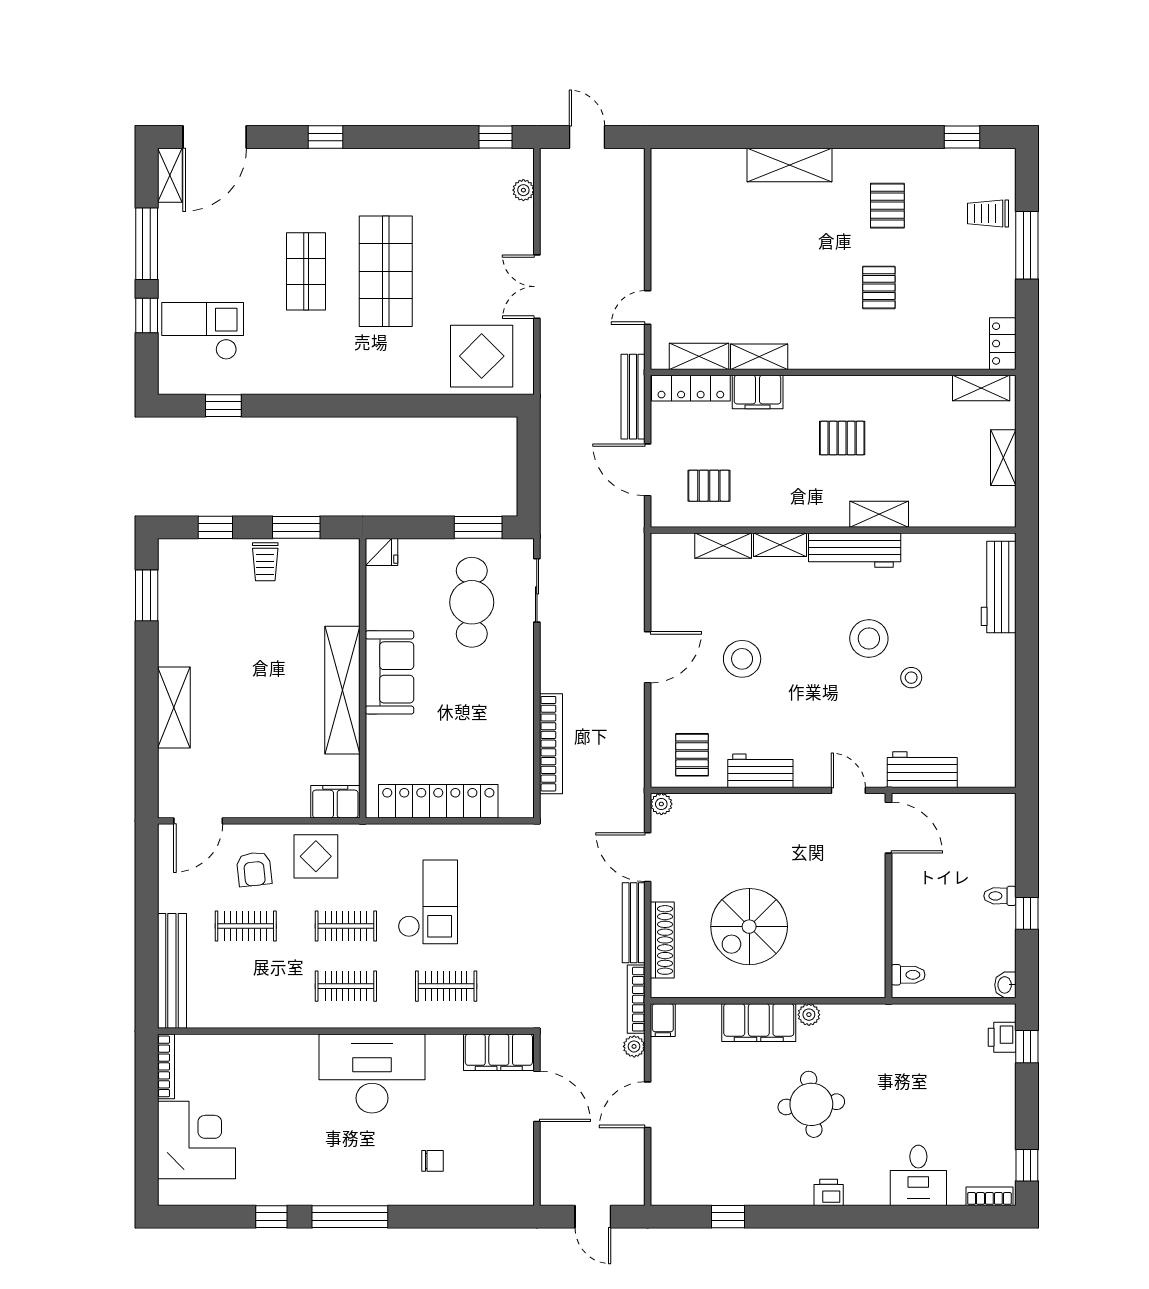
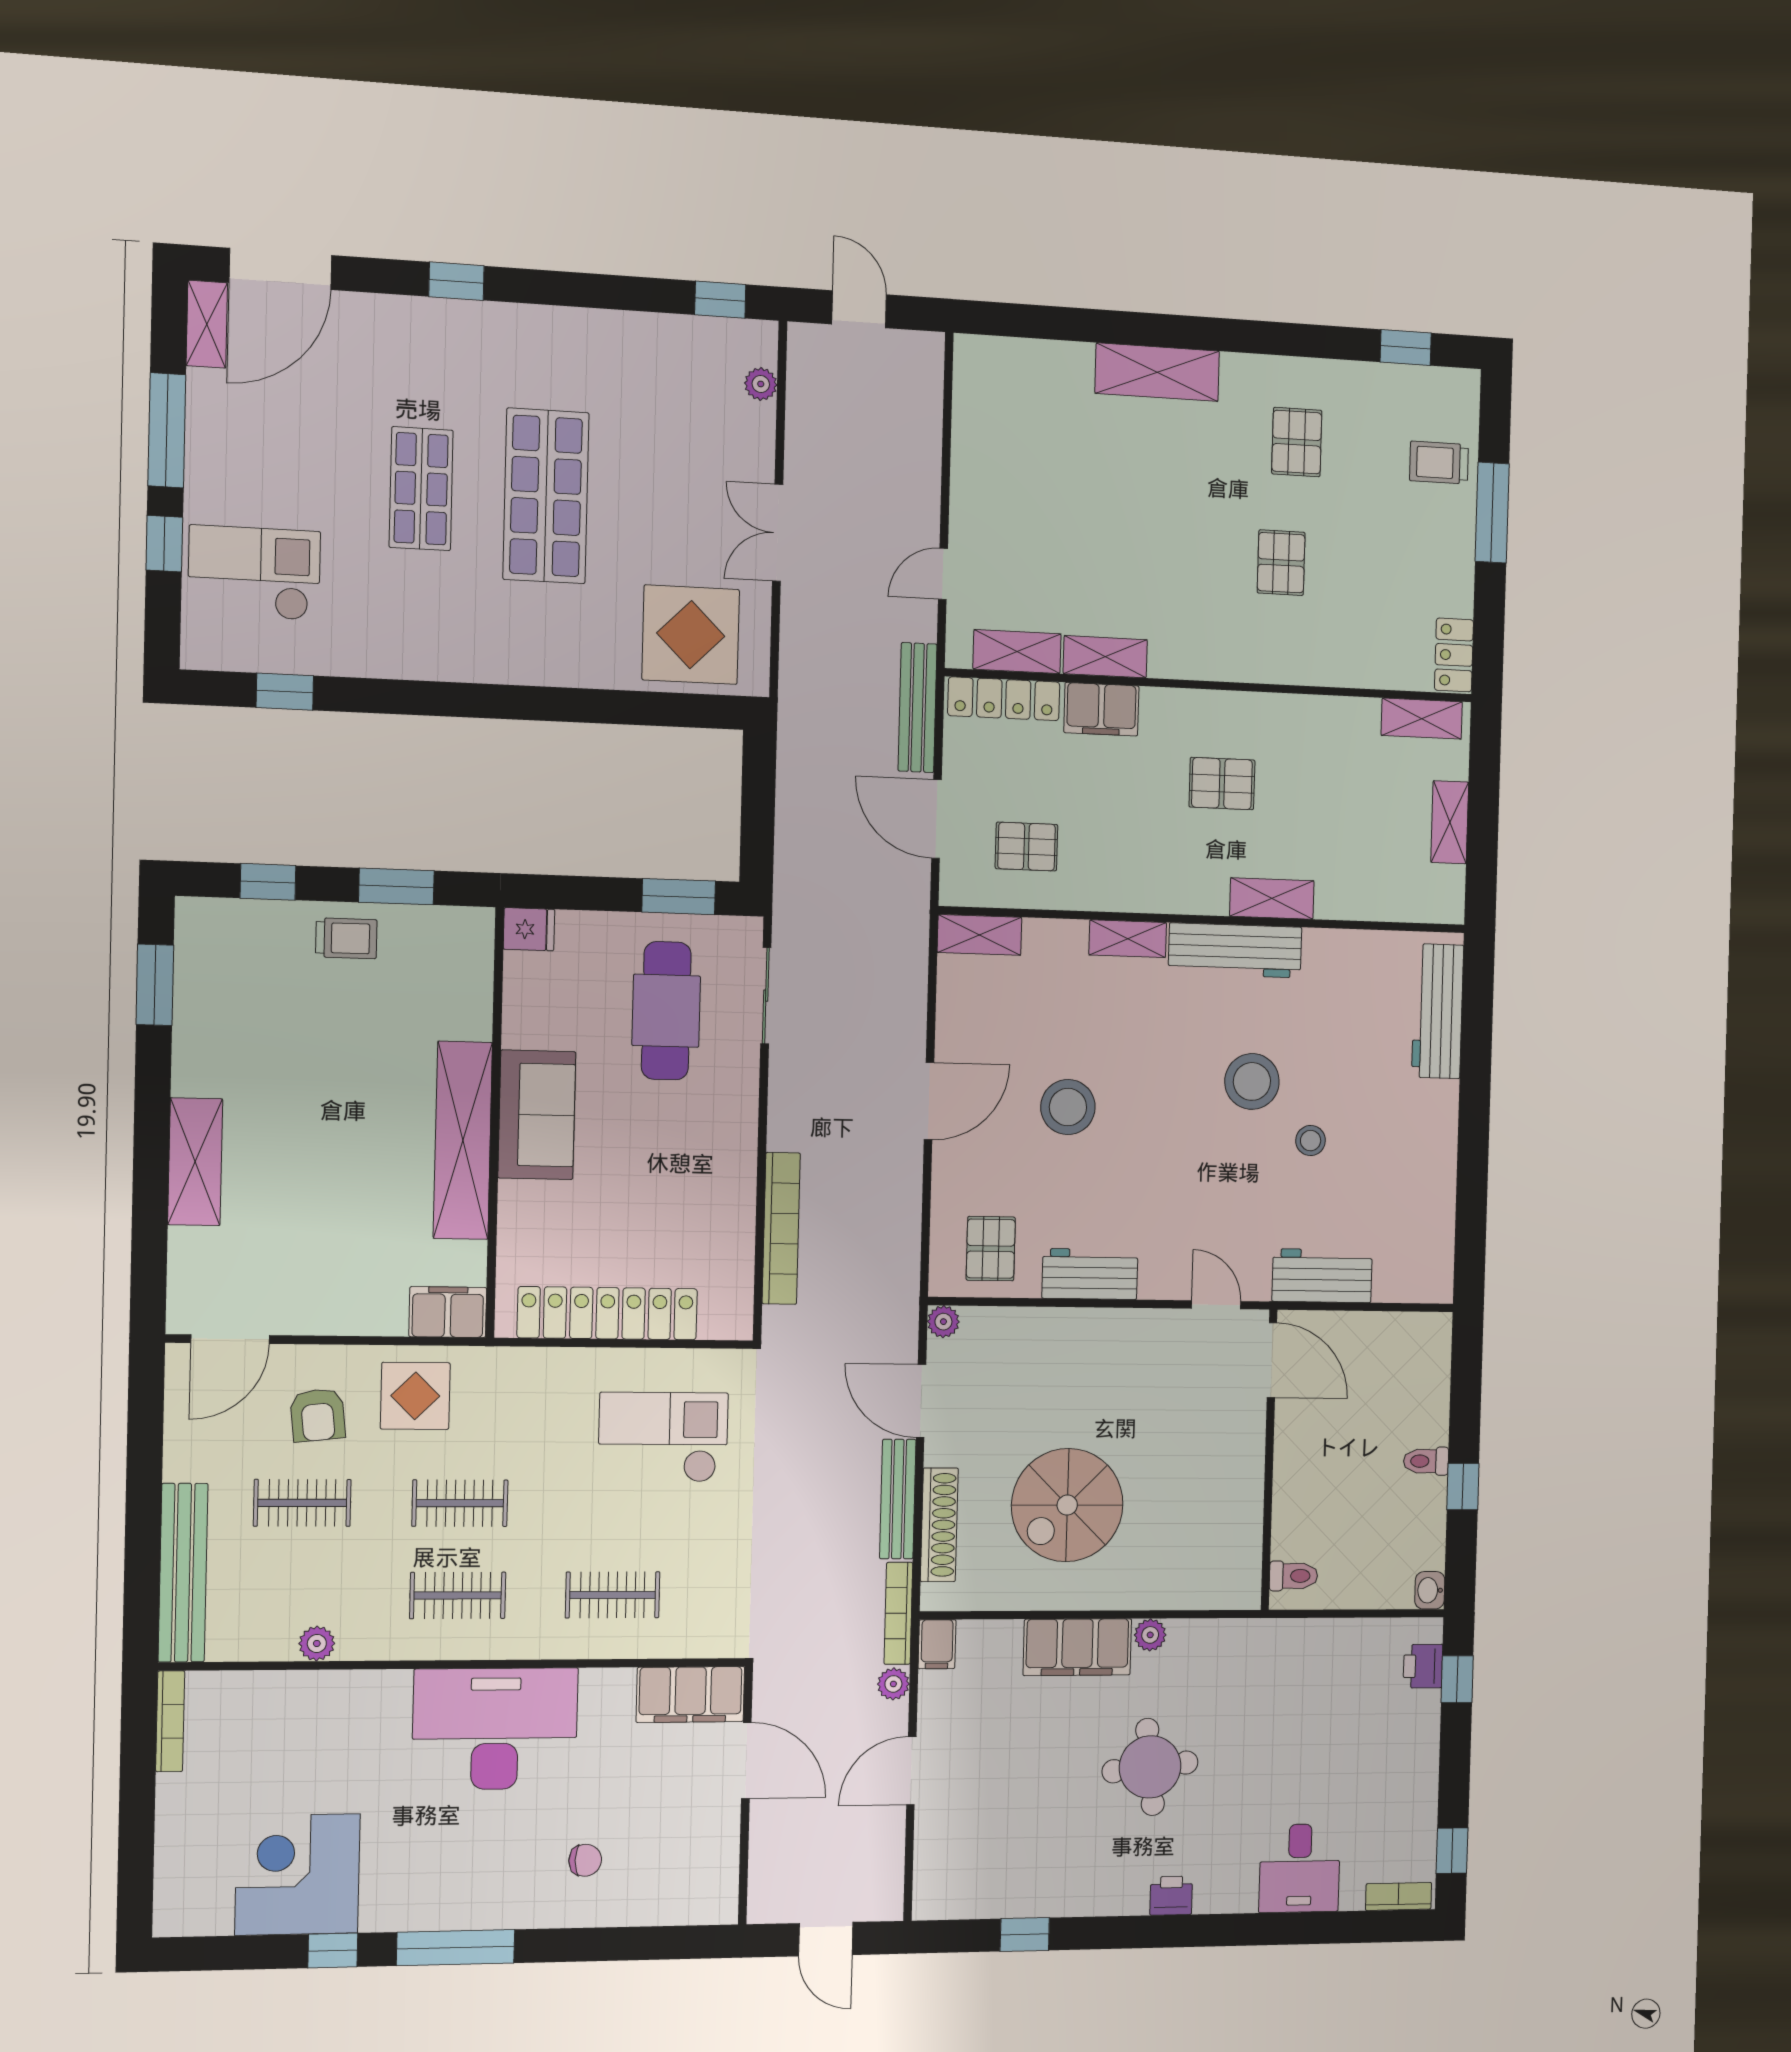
shelving: (723, 546) -> (979, 935), moved
trolley: (265, 562) -> (346, 938), turned -90
checkout: (428, 902) -> (663, 1437), moved, turned -90
plant: (257, 1017) -> (317, 1643), added
corner desk: (197, 1140) -> (298, 1875), moved, turned -90

